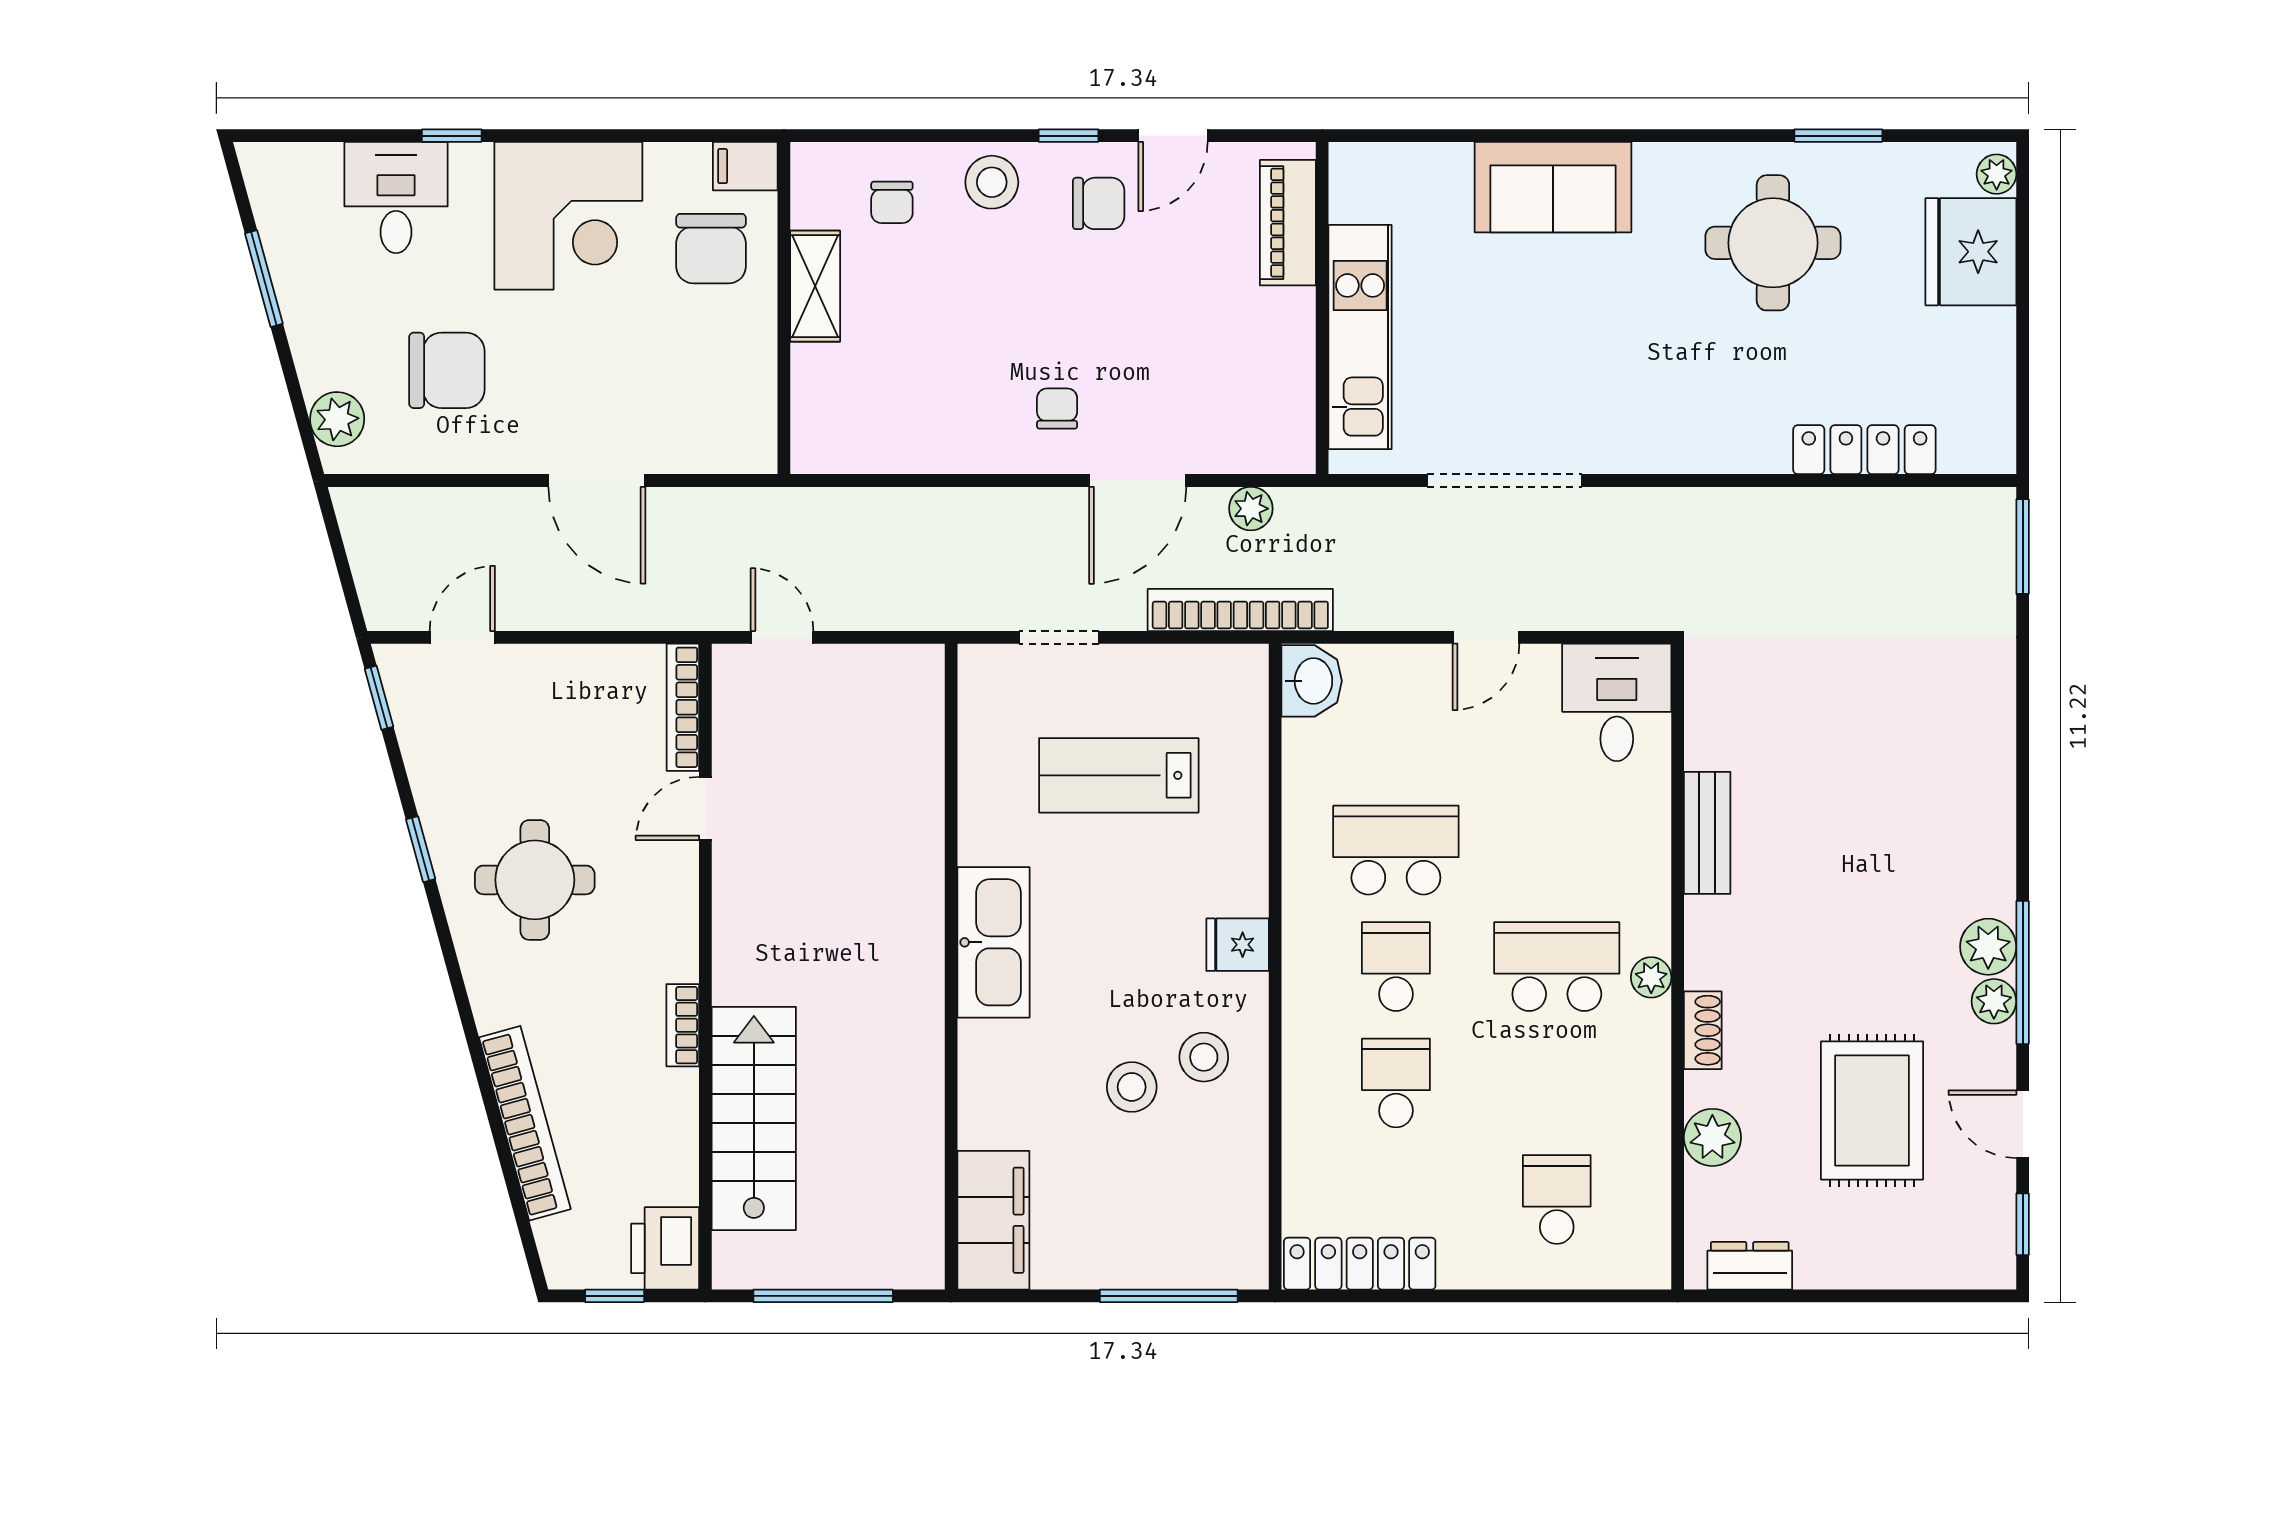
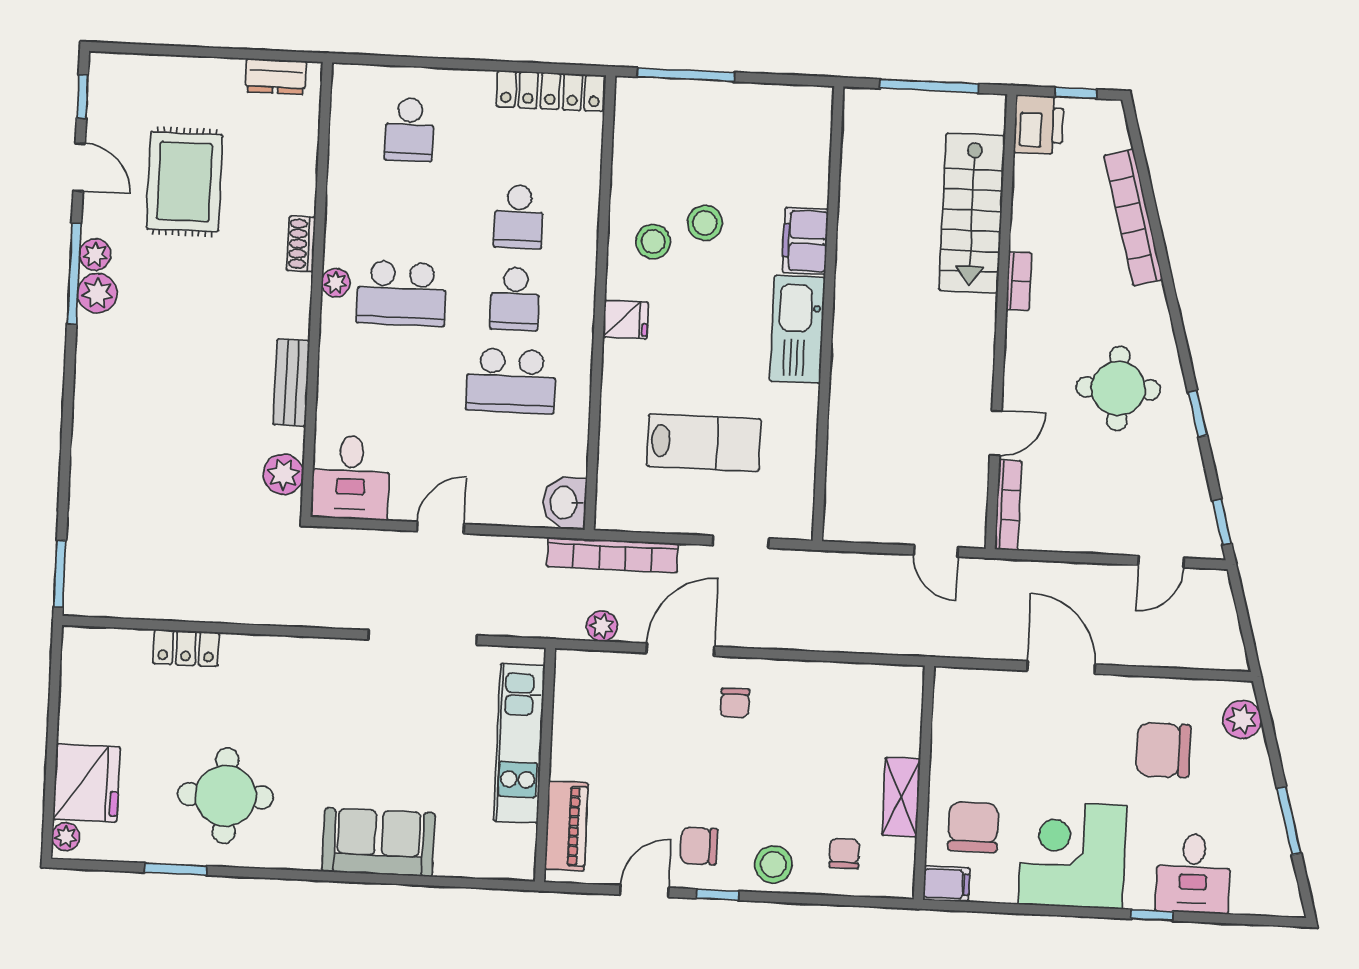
locker: (1864, 450) -> (186, 648), width x0.66
plant: (1712, 1137) -> (283, 474), moved
filing cabinet: (993, 1220) -> (805, 241), moved, width x0.67, depth x0.86

